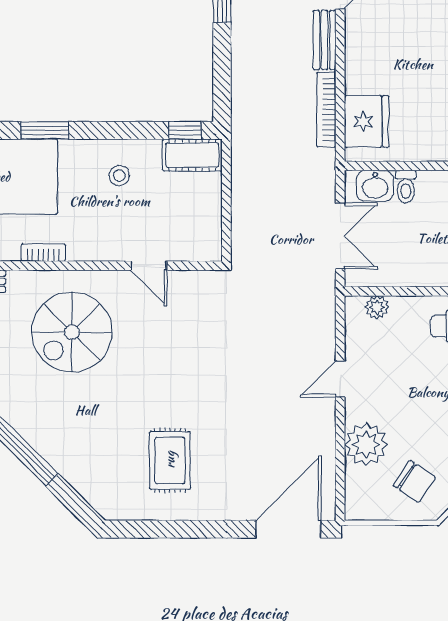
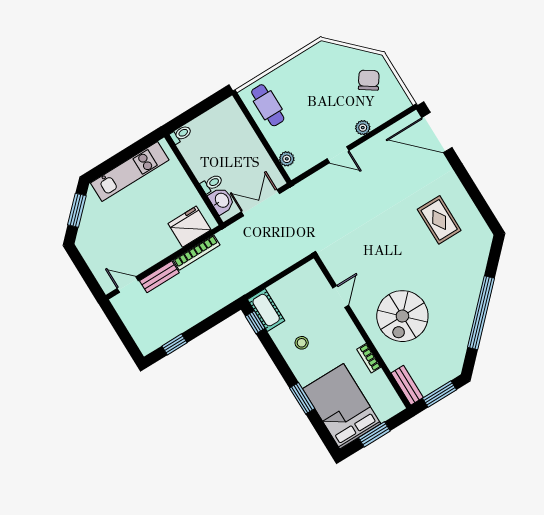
spiral stairs: (72, 332) -> (402, 316), turned 90
plant: (366, 444) -> (363, 128), width x0.53, depth x0.53
rug: (170, 460) -> (439, 220), turned 90

